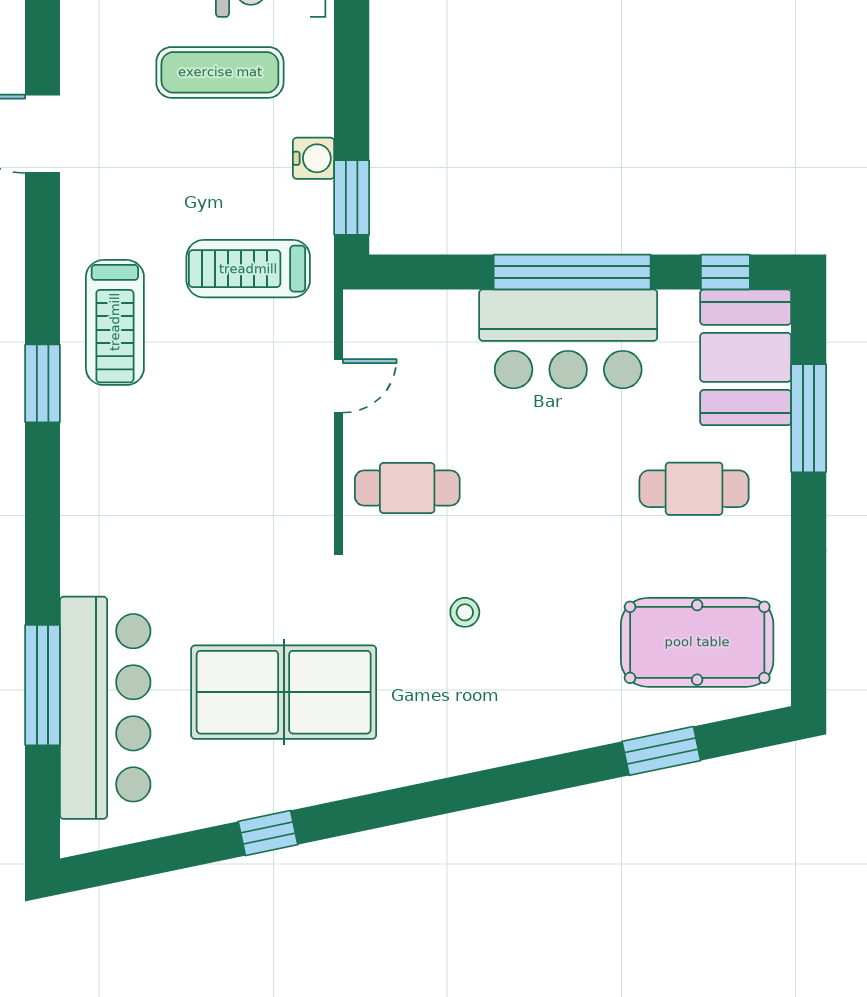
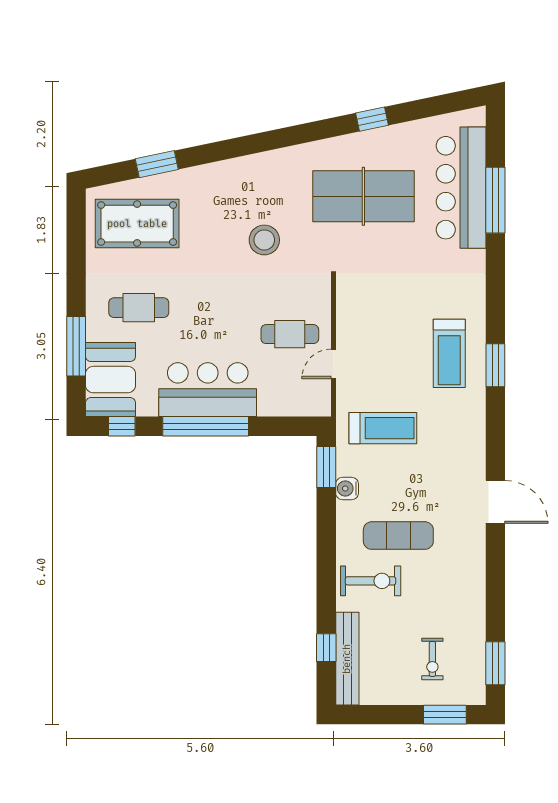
treadmill: (115, 322) -> (449, 353), moved, turned 180
cafe table: (407, 488) -> (290, 334), moved
stool: (465, 612) -> (264, 240), width x1.89, depth x1.89

